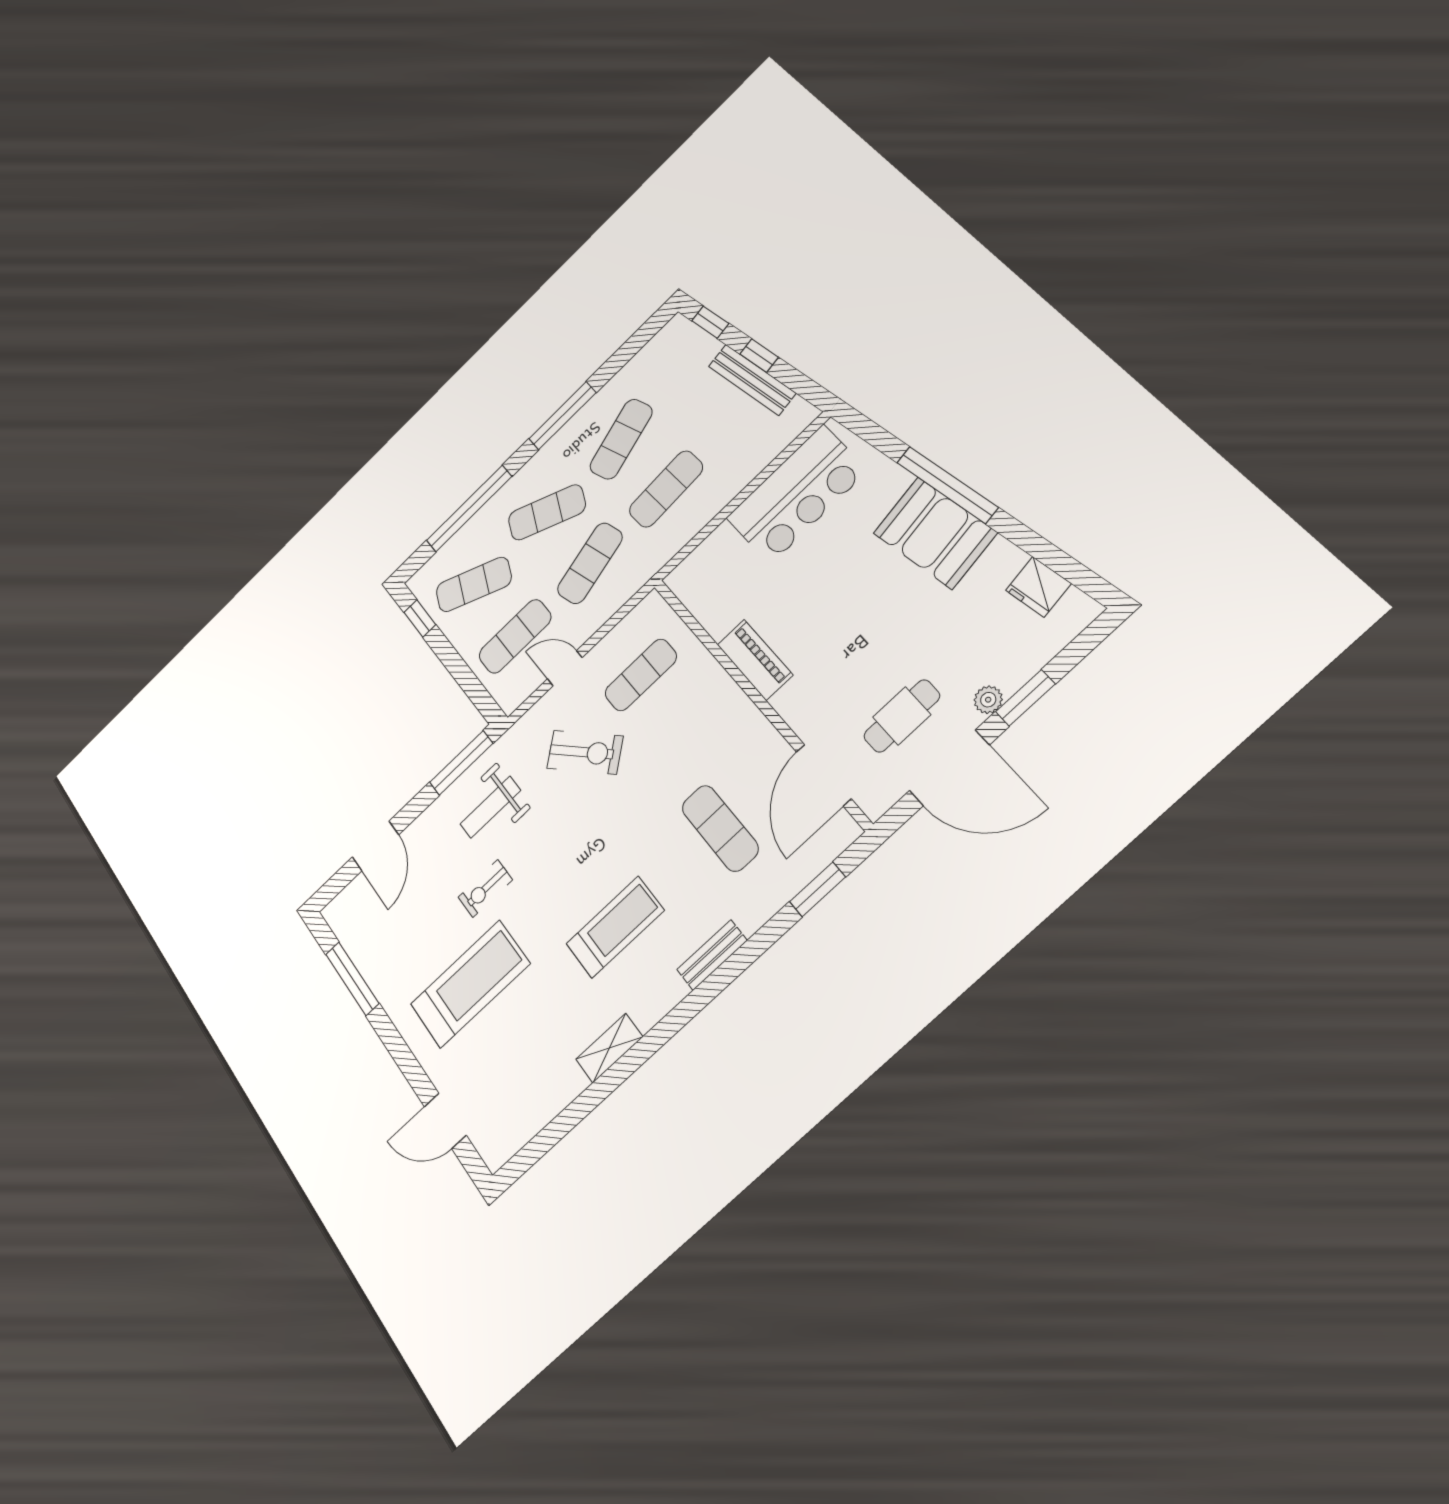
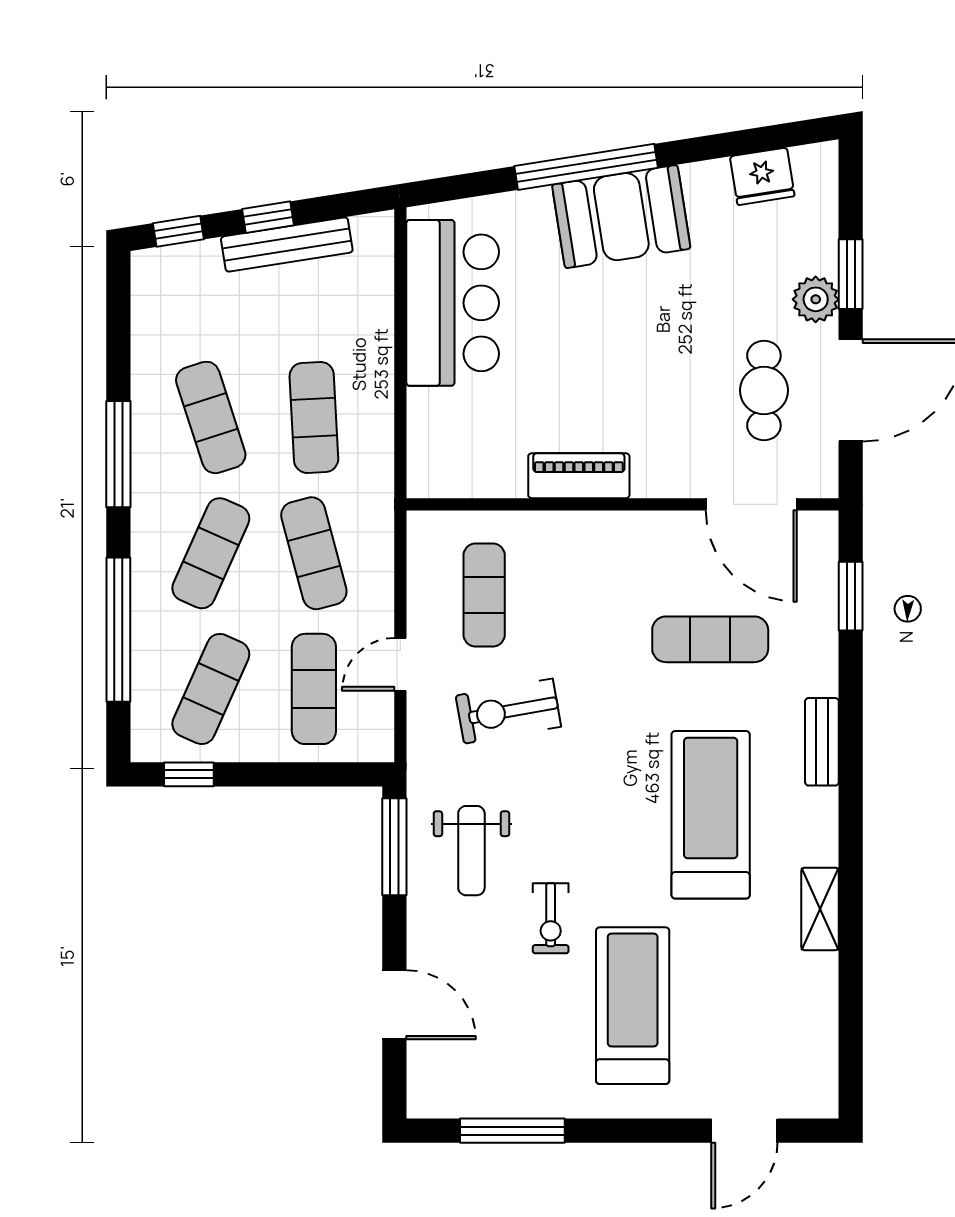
plant: (988, 700) -> (816, 299), width x1.38, depth x1.38
exercise bike: (585, 752) -> (508, 711), turned -149
treadmill: (615, 927) -> (711, 815), width x1.37, depth x1.38

